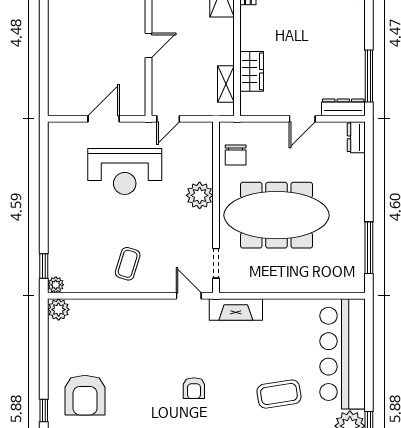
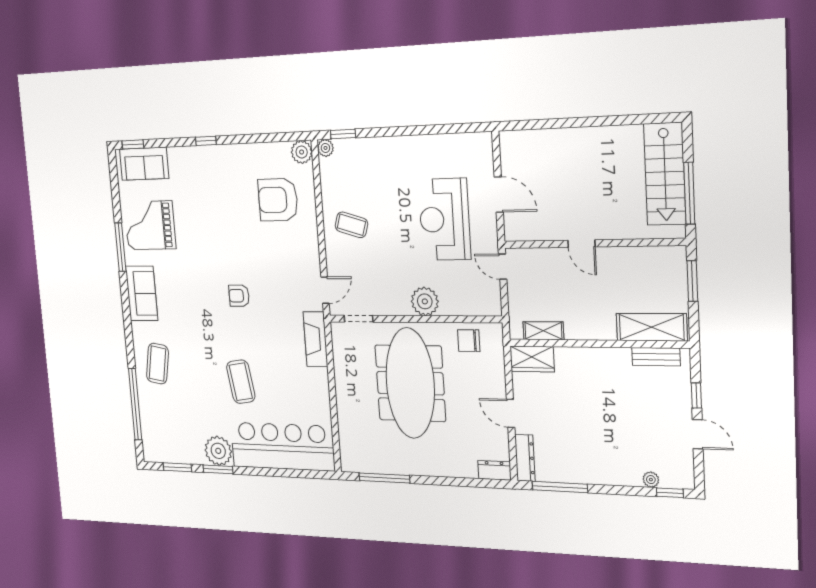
wardrobe: (252, 71) -> (532, 359), moved
armchair: (85, 395) -> (278, 200), moved

